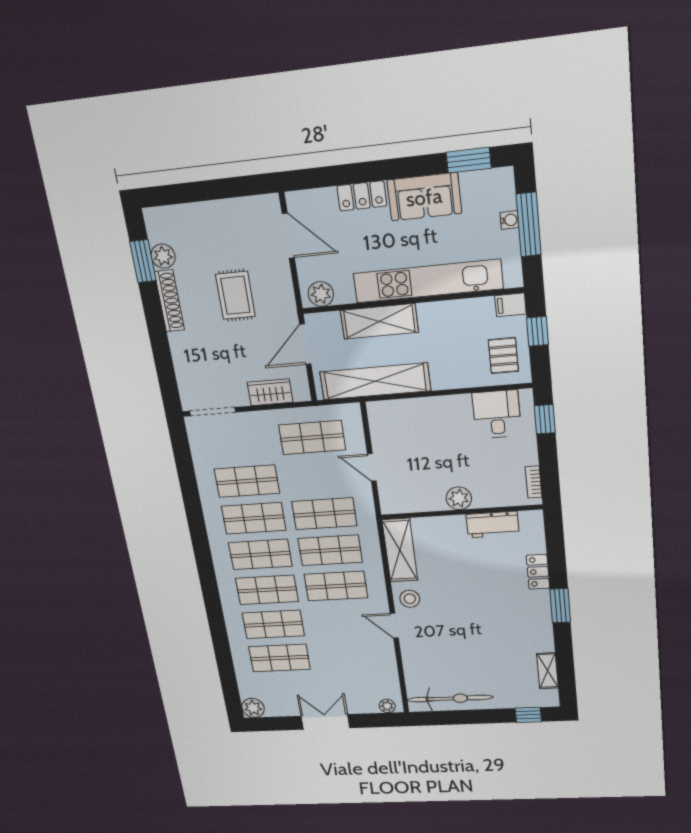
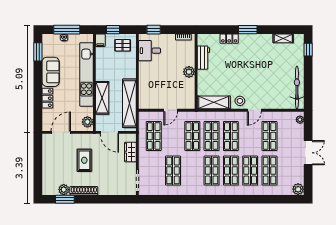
rug: (235, 295) -> (84, 160), turned 90
shop shelf: (254, 518) -> (269, 136), moved
double door: (325, 722) -> (308, 153), swing flipped

